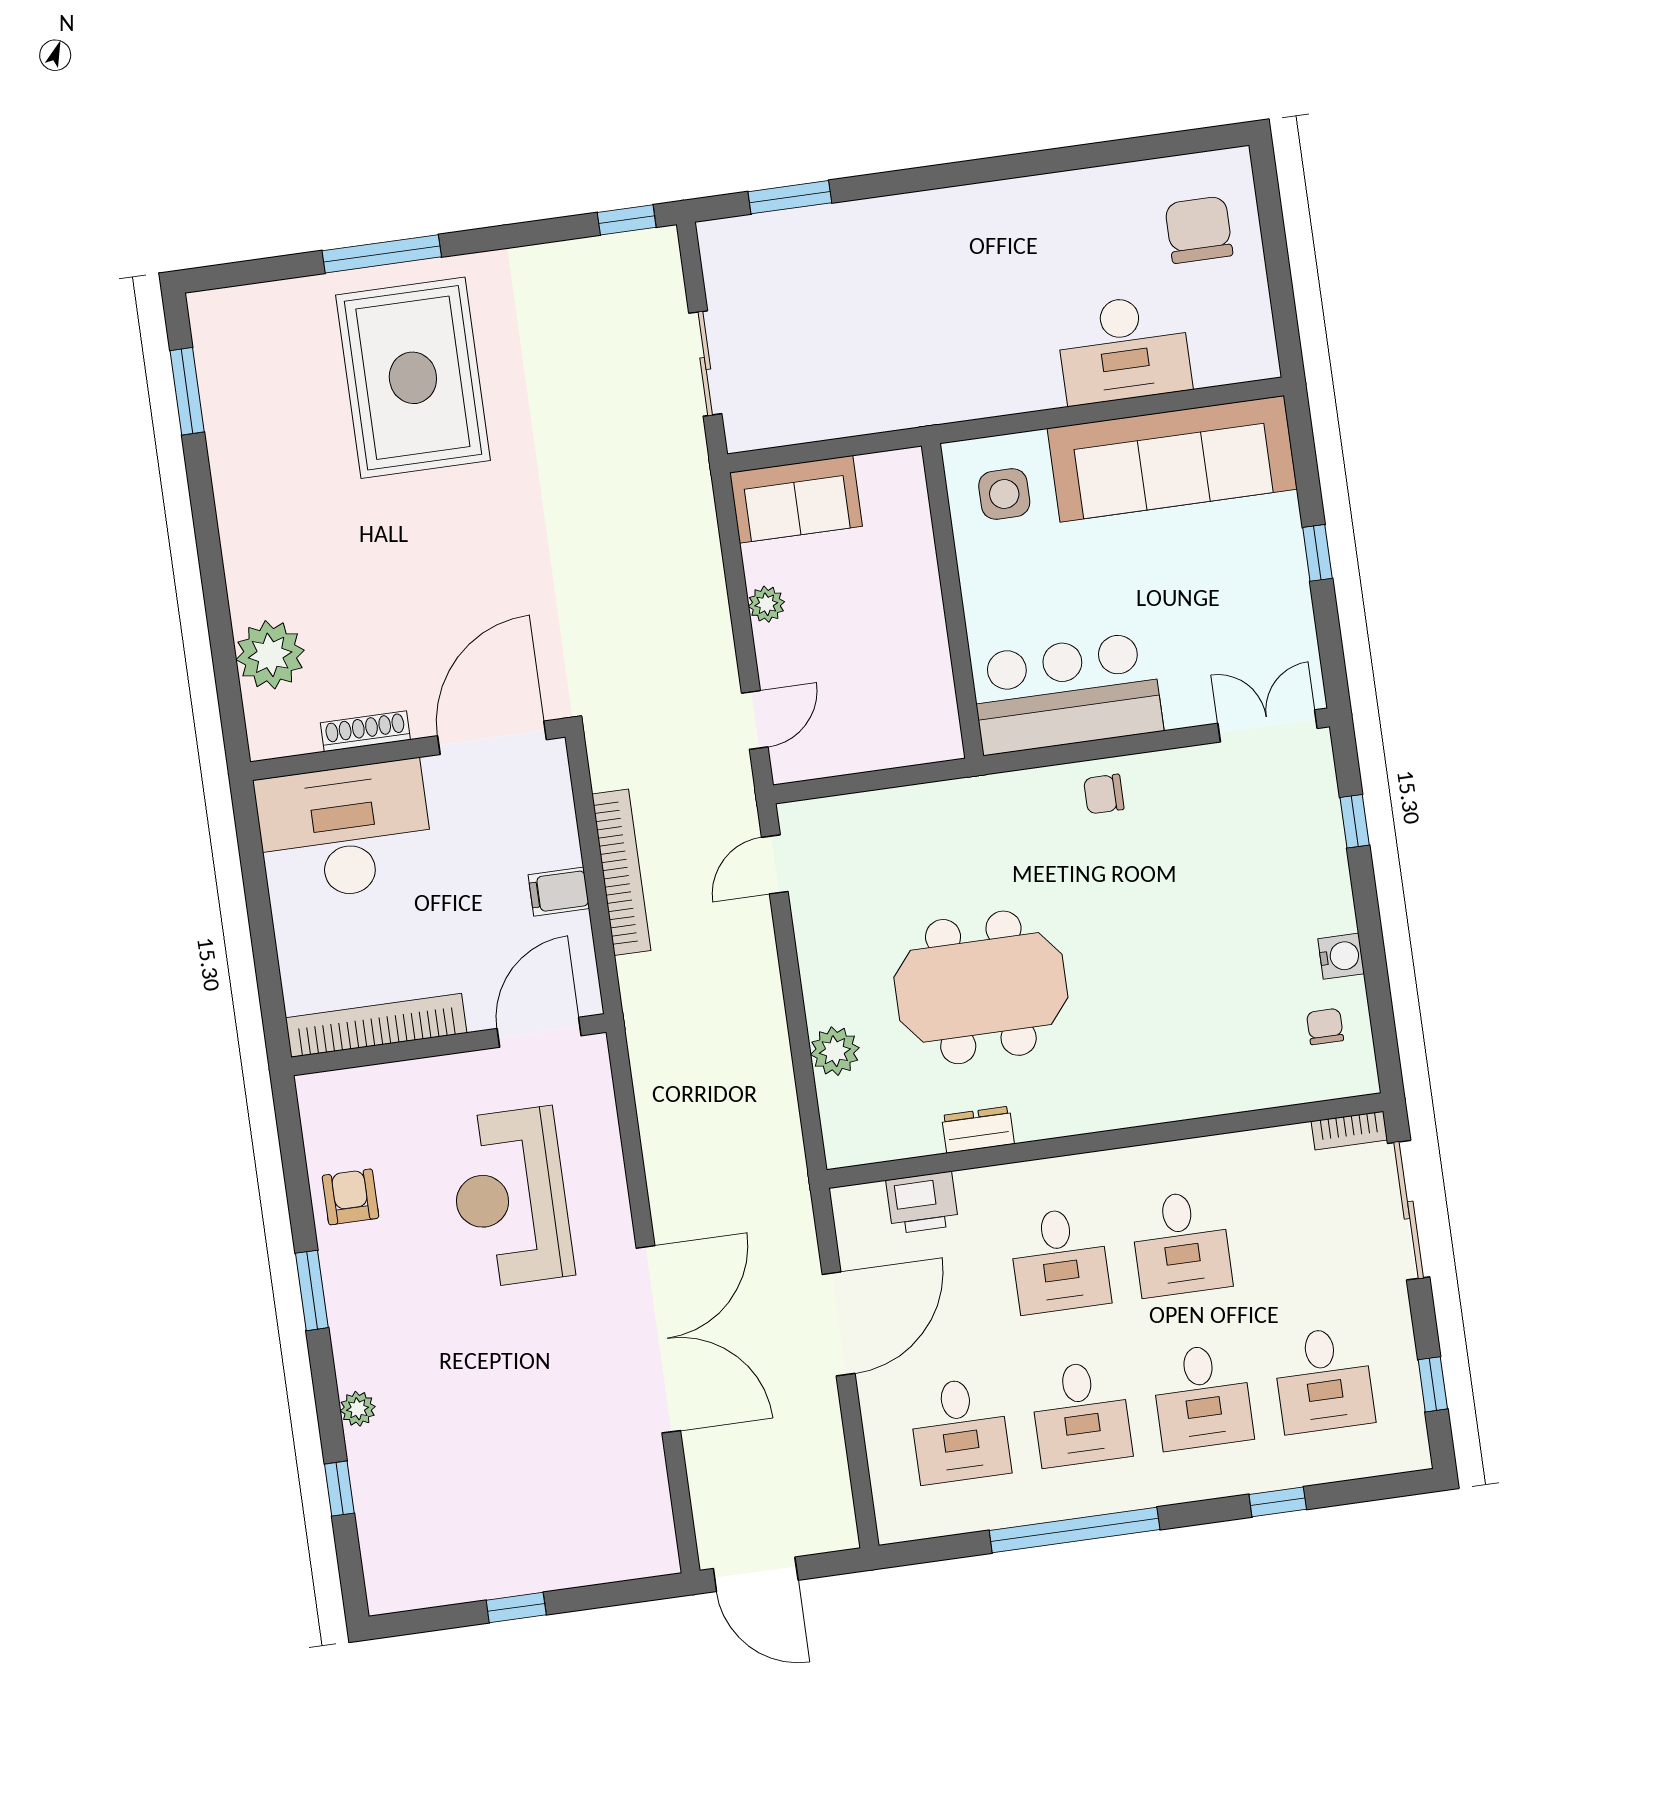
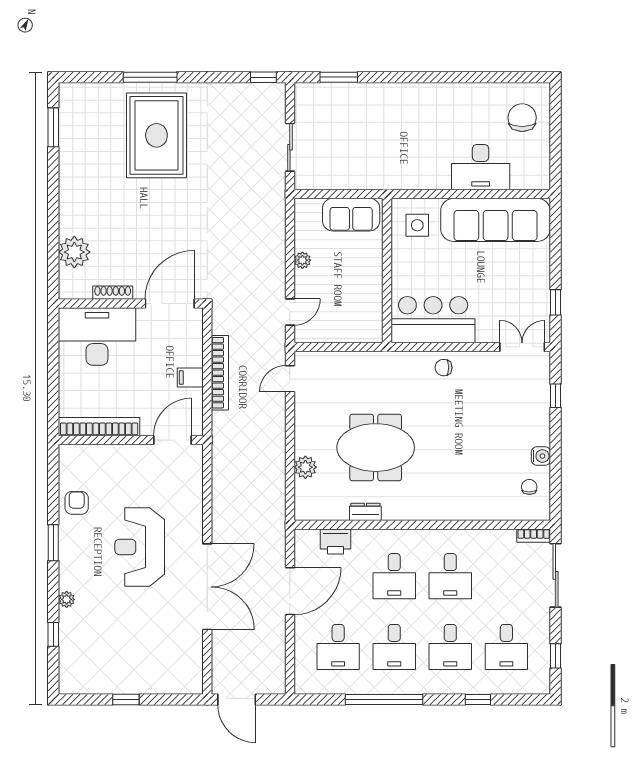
sofa: (796, 499) -> (351, 215), moved
window: (1317, 553) -> (556, 302), moved
reception desk: (510, 1197) -> (140, 547), moved

